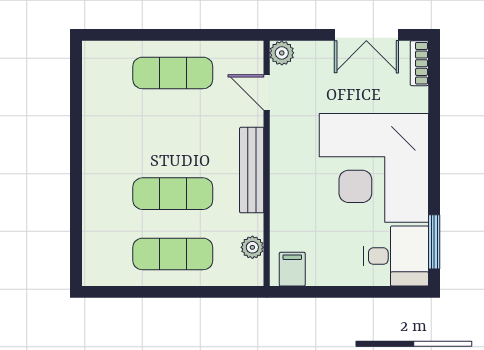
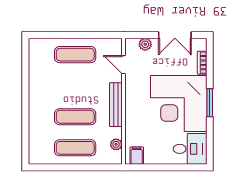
plant: (282, 53) -> (145, 44), moved
bookcase: (419, 63) -> (202, 63), moved
window: (434, 242) -> (210, 103), moved

